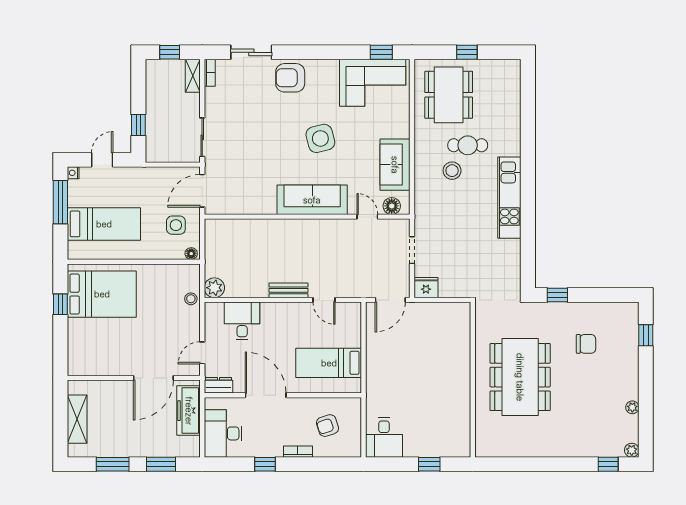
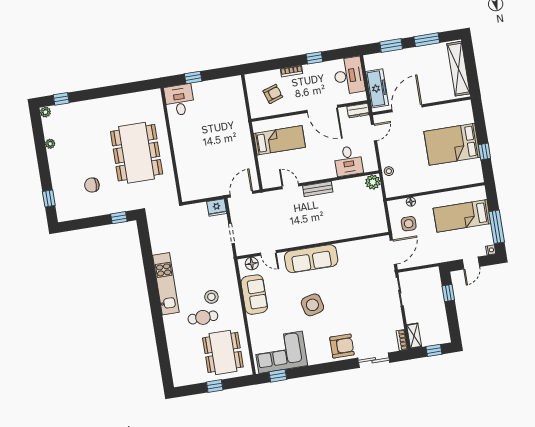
floor lamp: (191, 254) -> (411, 202), moved
bed: (102, 294) -> (452, 144), moved
shelving: (77, 419) -> (458, 69), width x1.47
desk: (384, 437) -> (179, 100), moved

